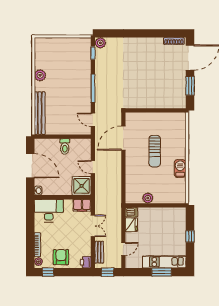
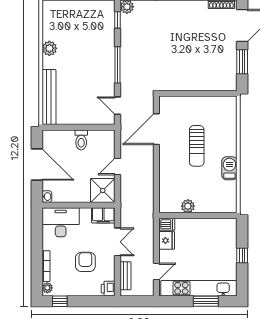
door: (93, 167) -> (117, 167), hinge flipped
armchair: (61, 257) -> (85, 262), moved
kitchen unit: (164, 262) -> (199, 288), width x1.36
window: (108, 272) -> (136, 301), removed

